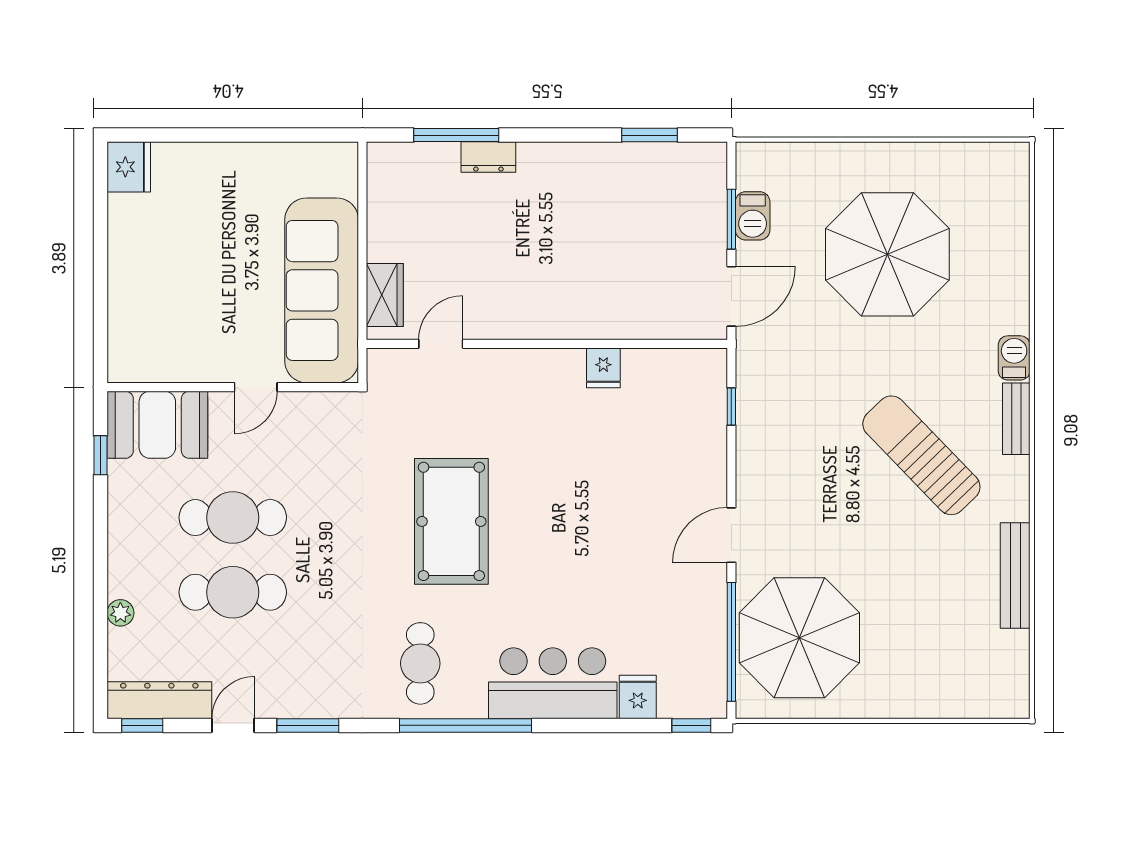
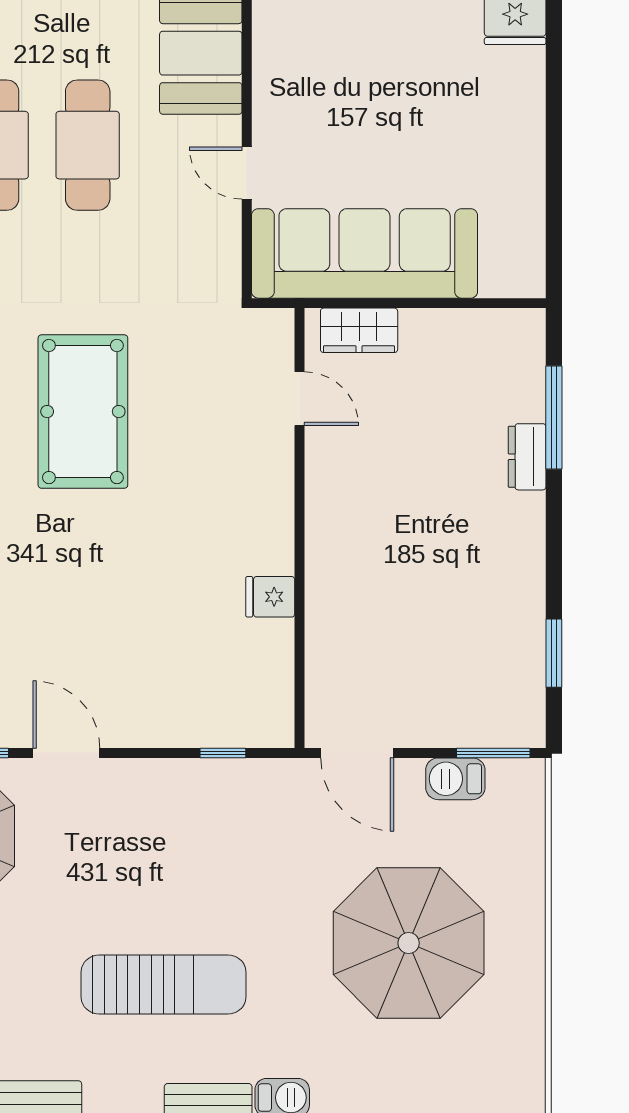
window: (731, 219) -> (493, 753), moved
sun lounger: (921, 455) -> (164, 985), turned 44
pool table: (451, 521) -> (83, 412), turned 90

